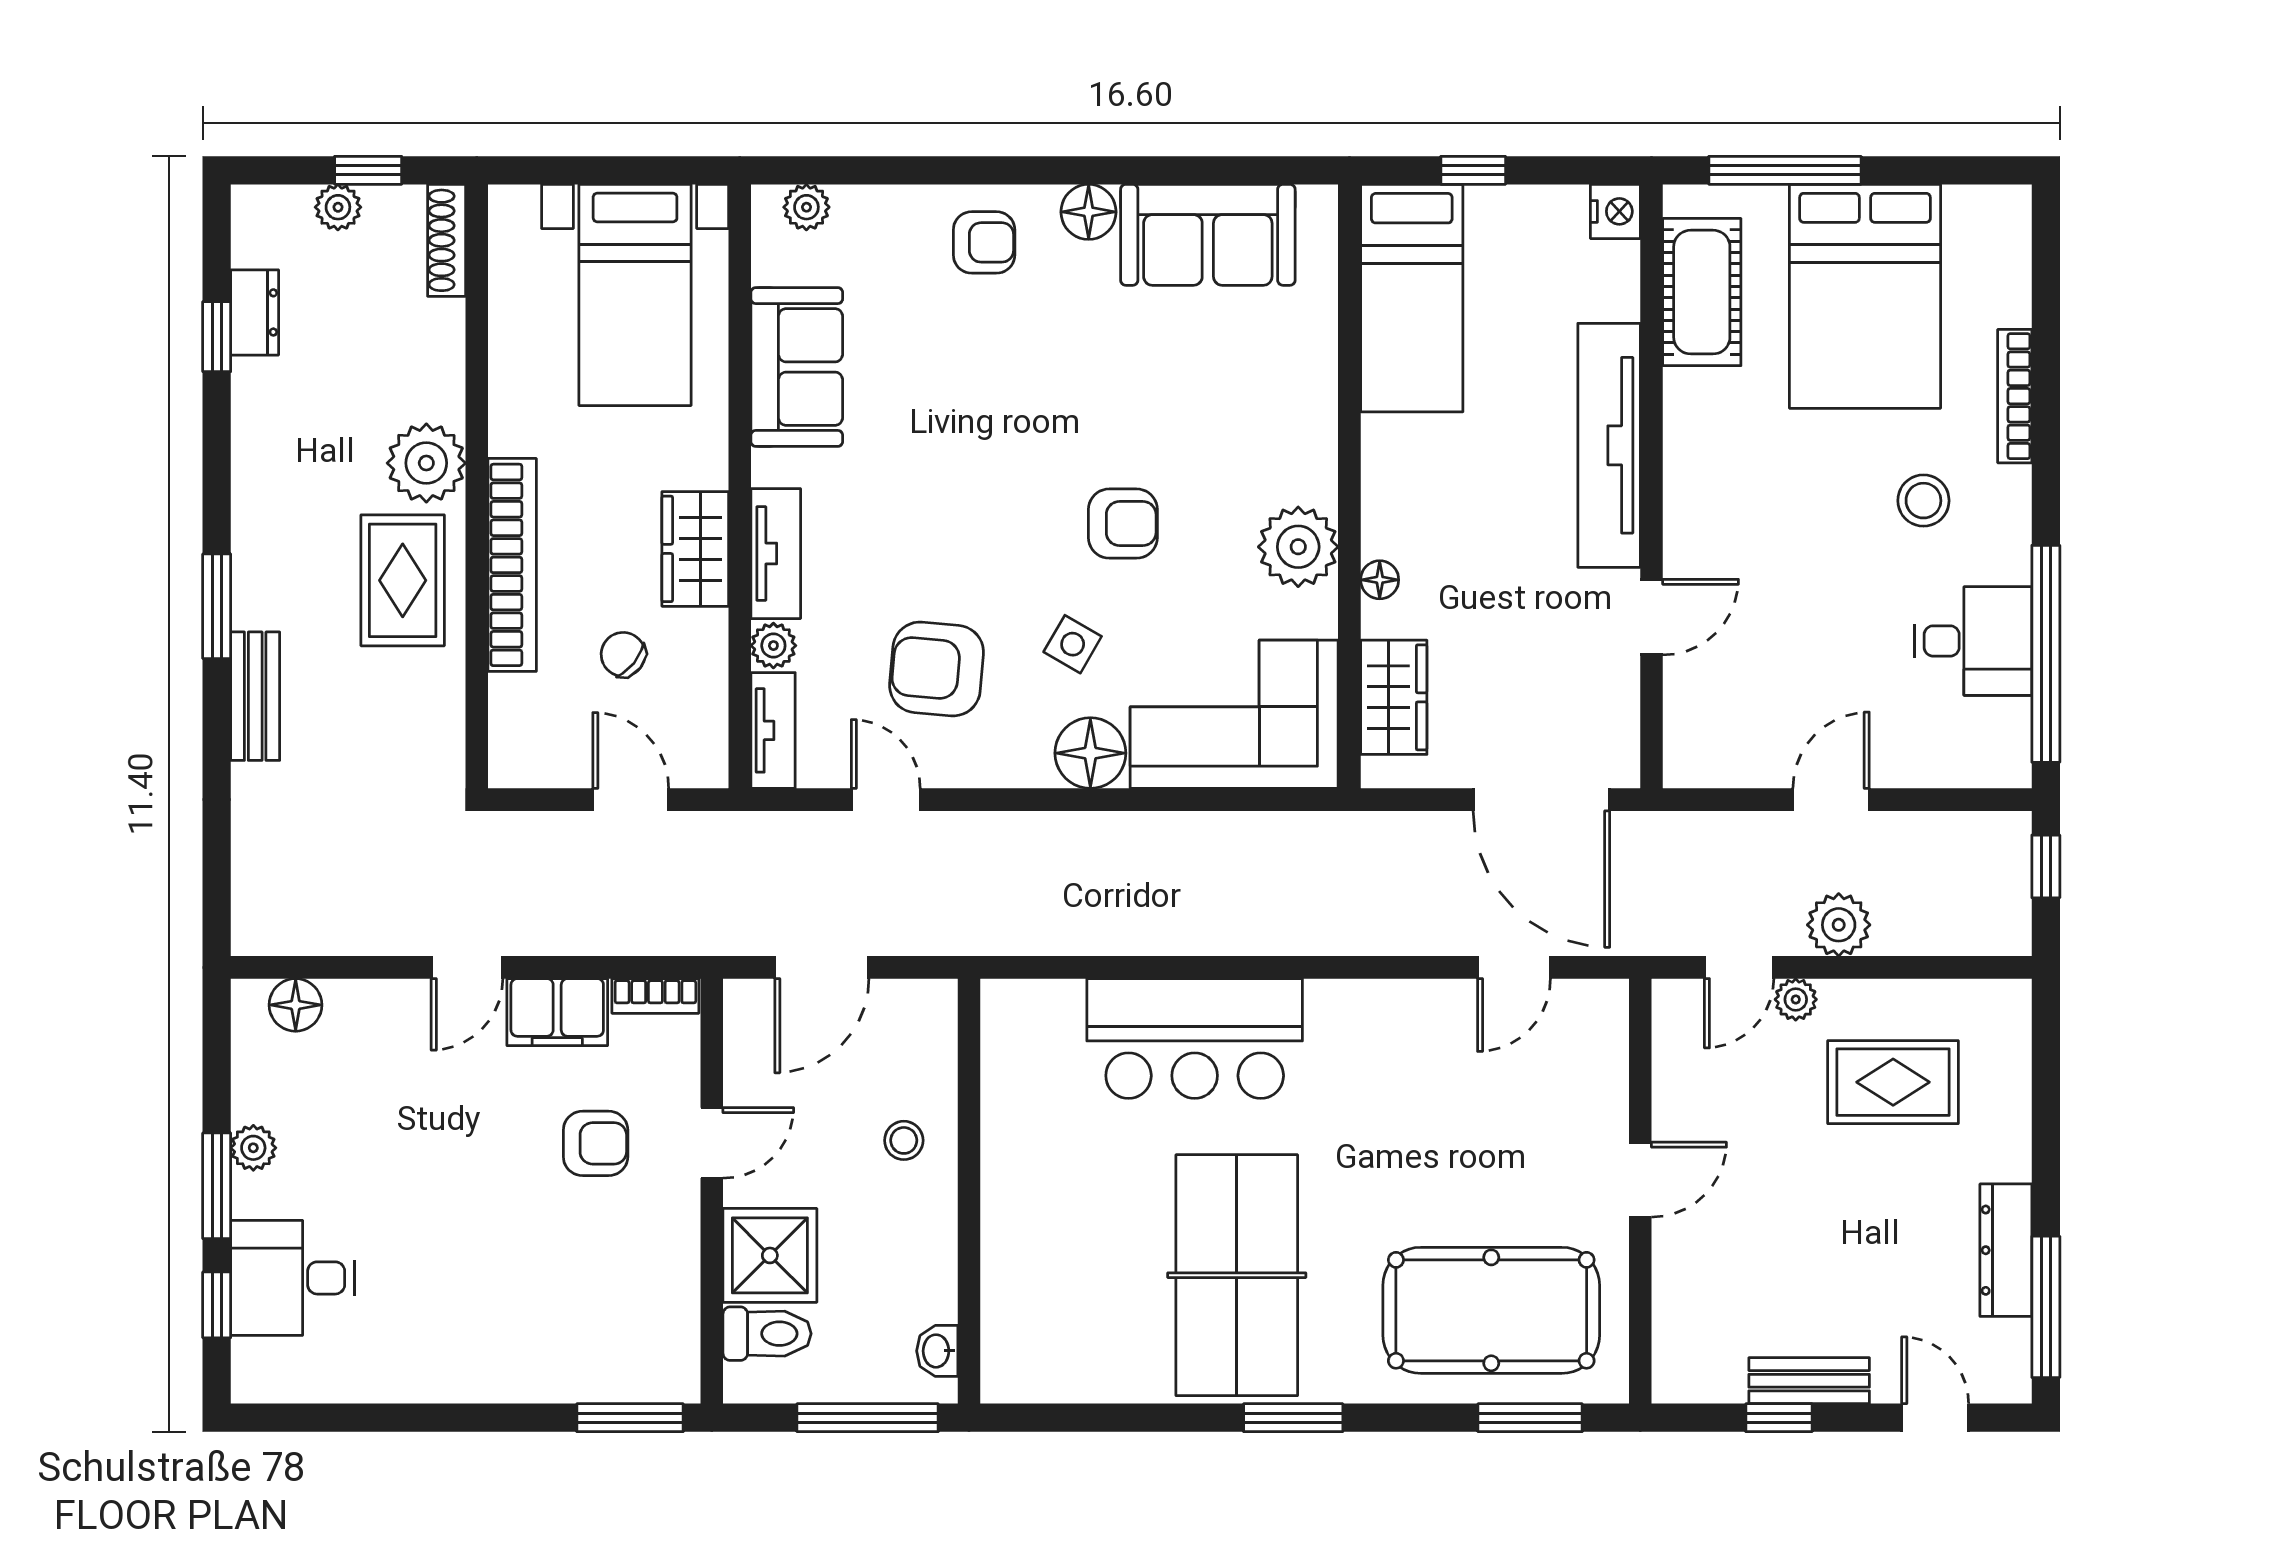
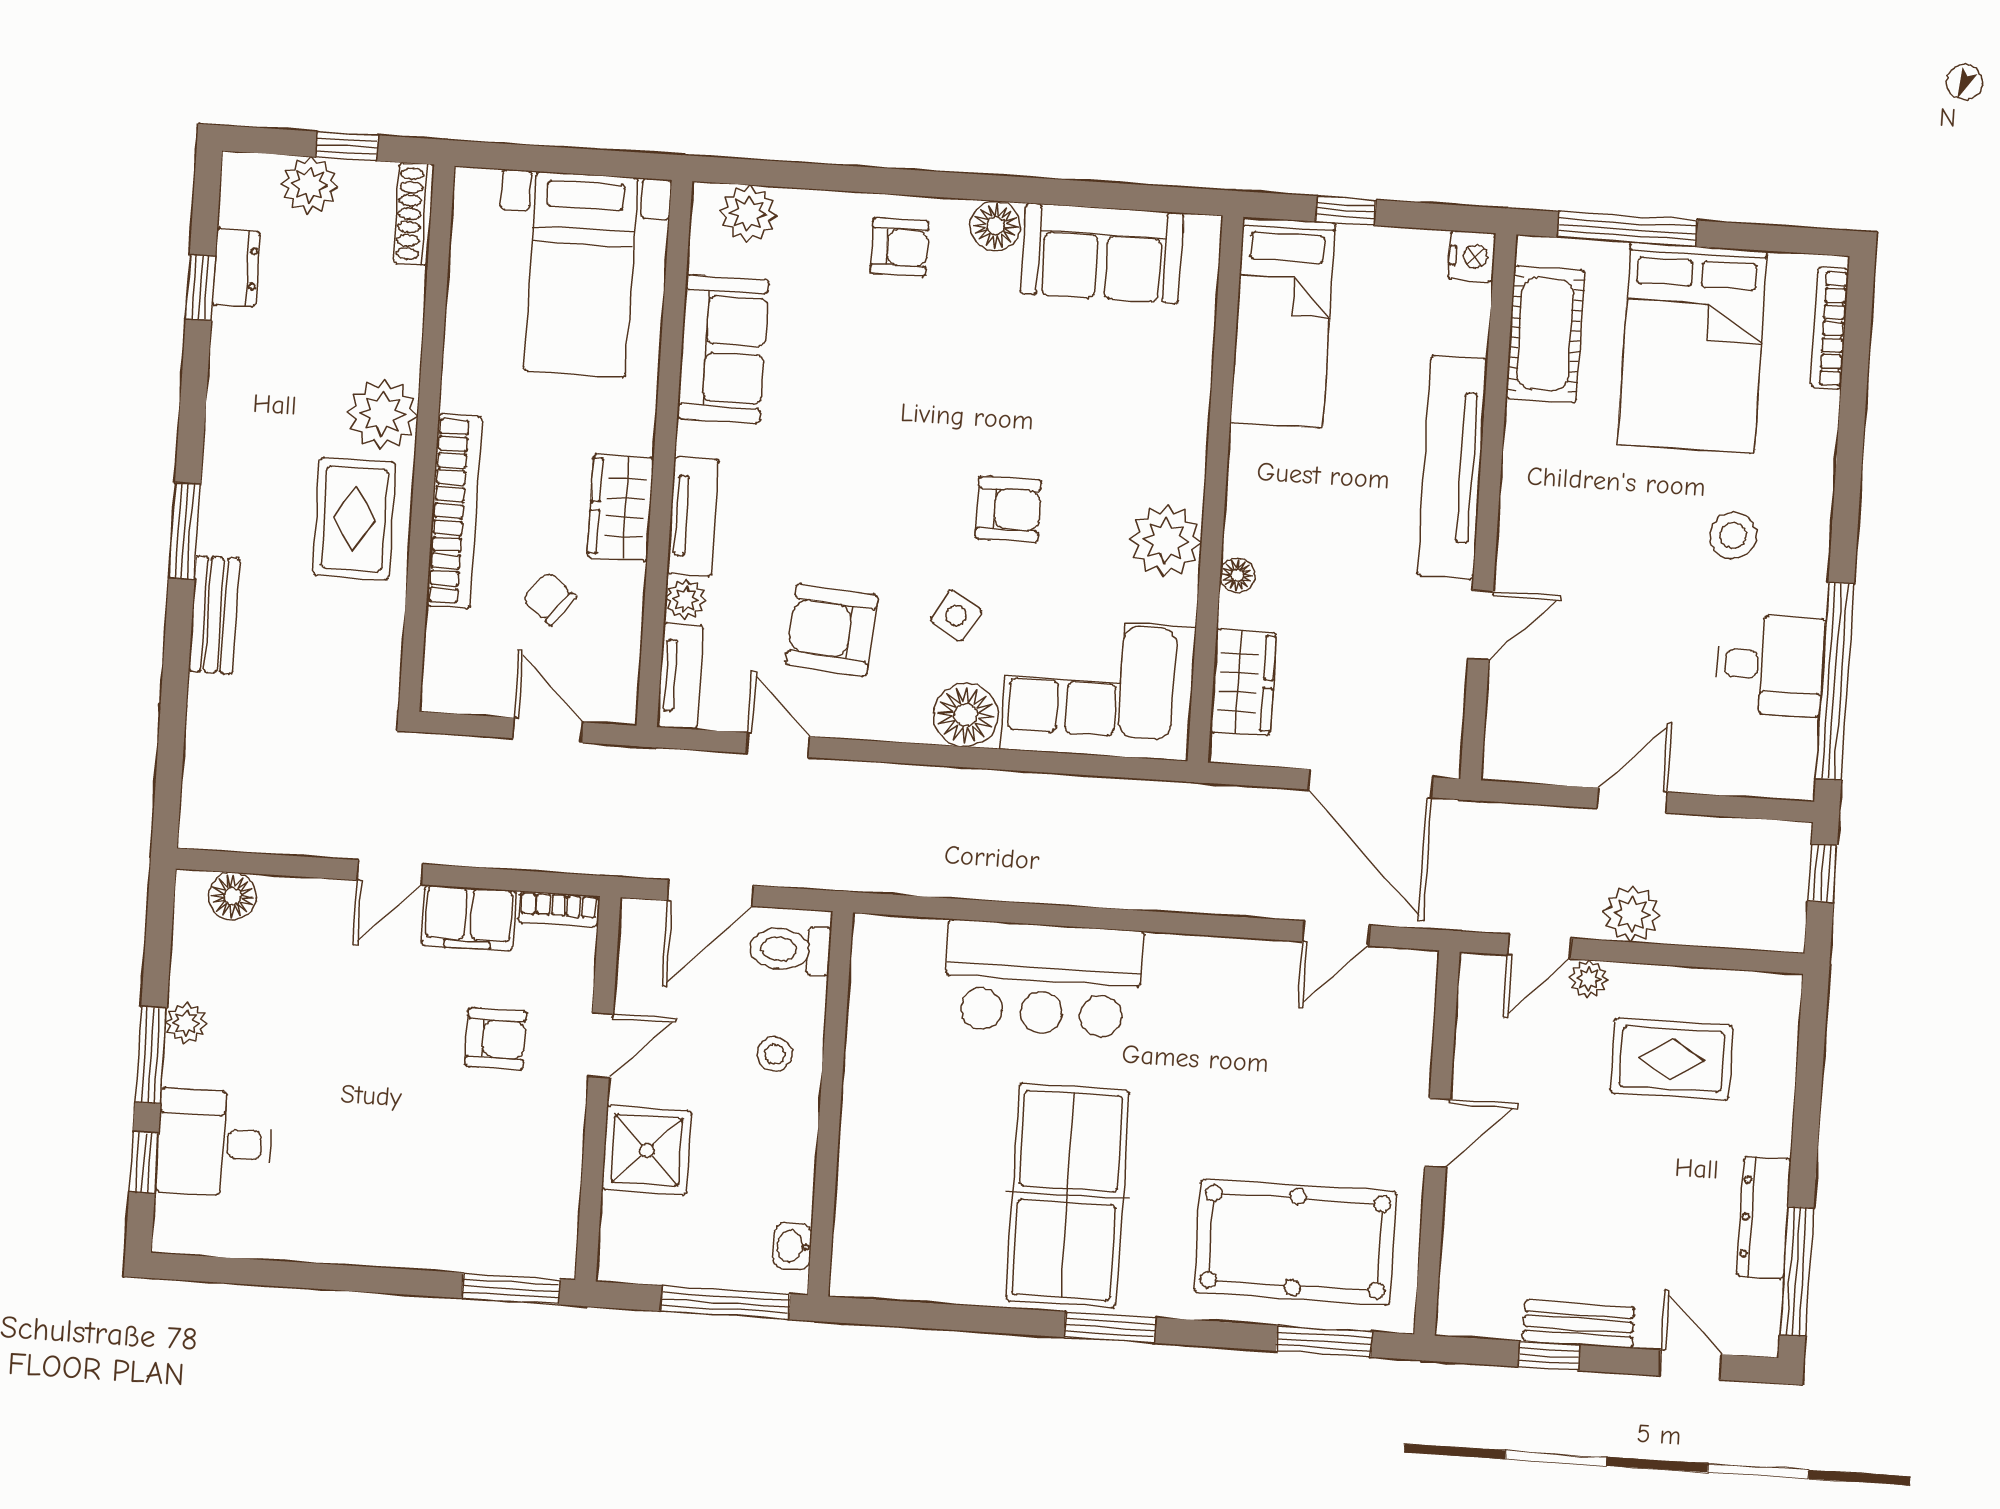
plant: (338, 207) -> (309, 185), width x1.38, depth x1.38
plant: (806, 207) -> (748, 213), width x1.38, depth x1.38
bookcase: (2015, 396) -> (1830, 328), moved
toilet: (767, 1334) -> (790, 950), moved, turned 180

